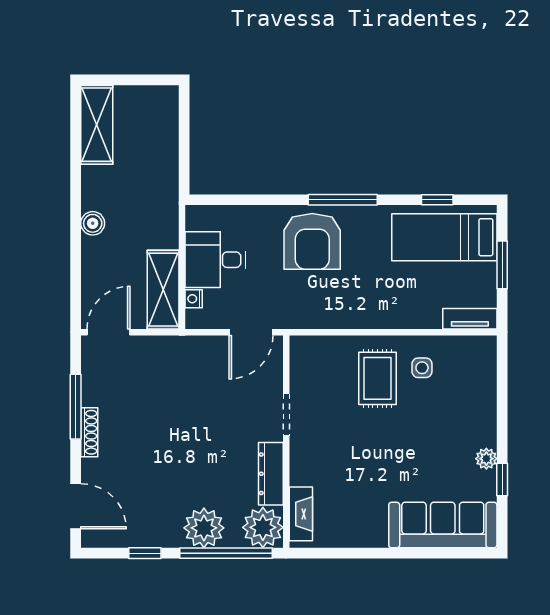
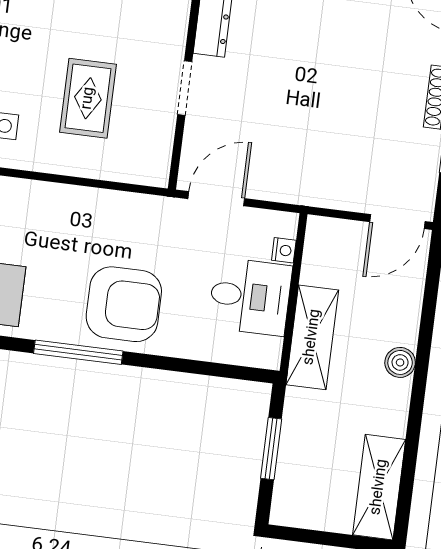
window: (184, 144) -> (271, 449), added
armchair: (312, 241) -> (124, 304), turned 90
shelving: (163, 290) -> (312, 337), moved
rug: (377, 378) -> (88, 98), moved

